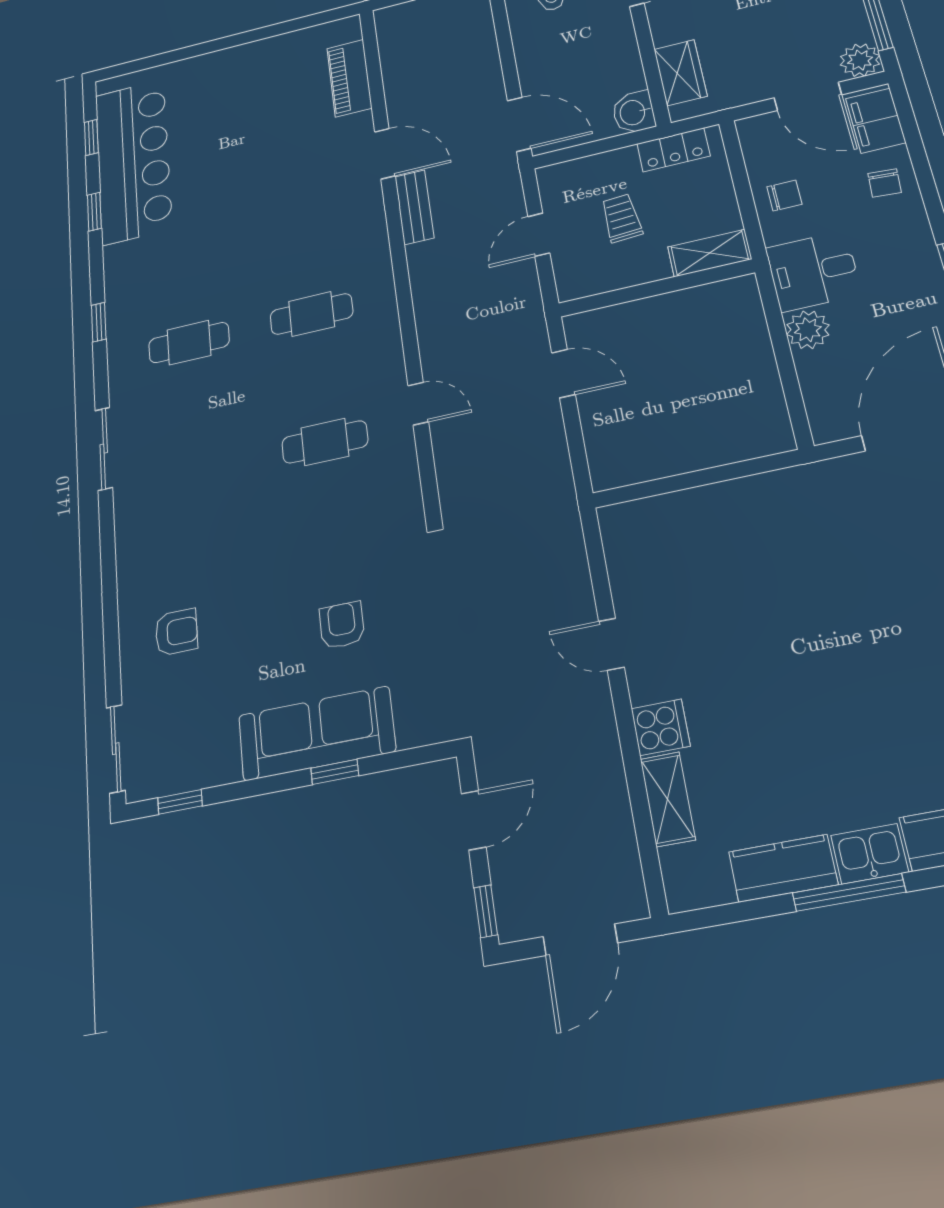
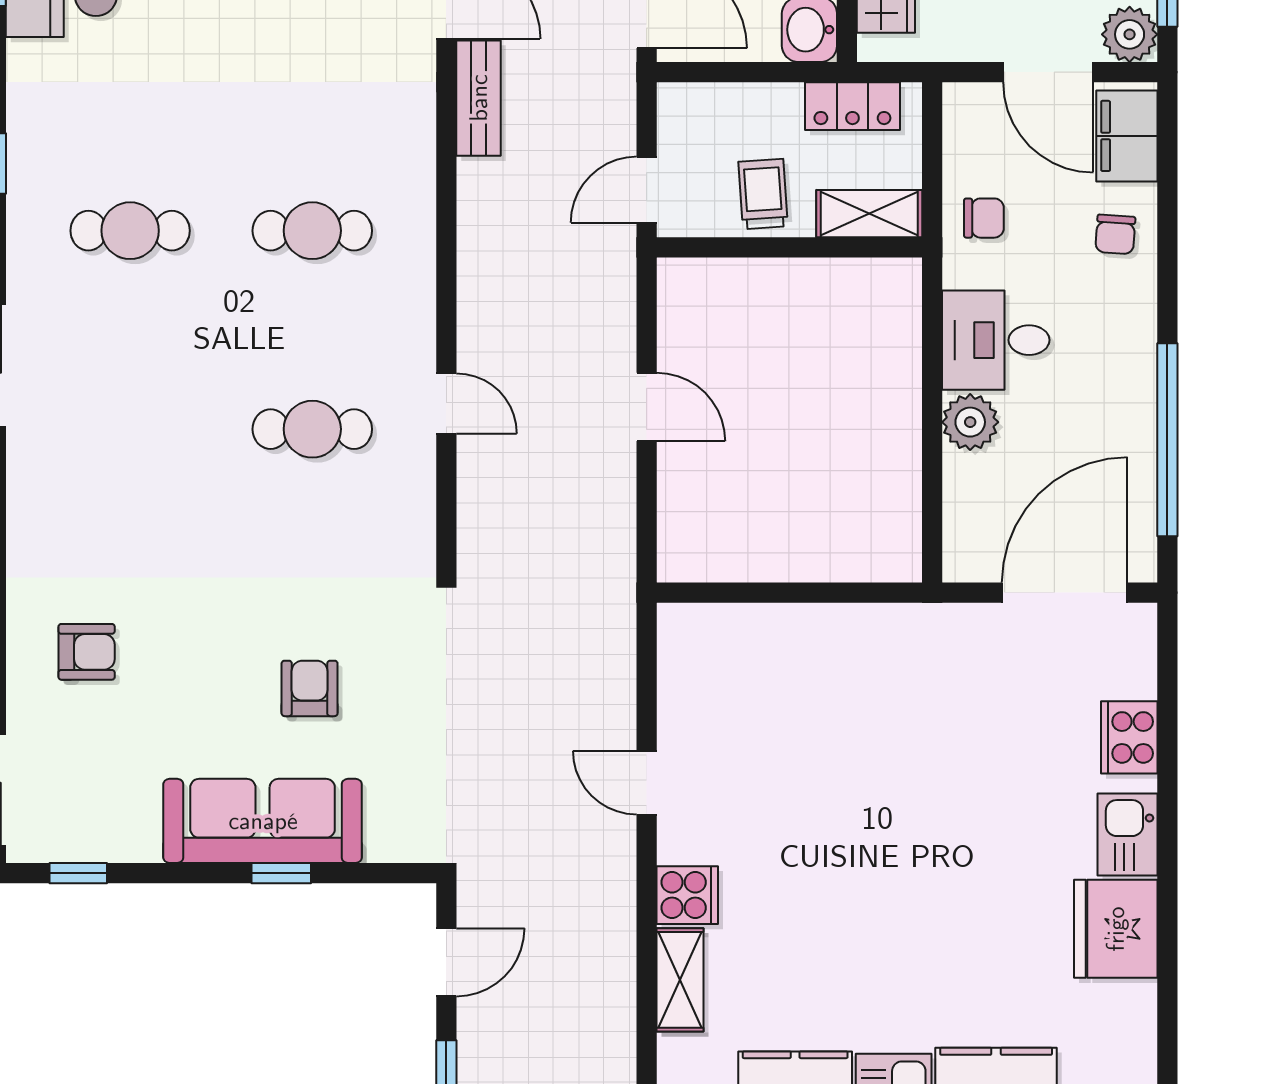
shelving: (710, 253) -> (869, 214), moved
wall: (656, 288) -> (789, 247), moved

